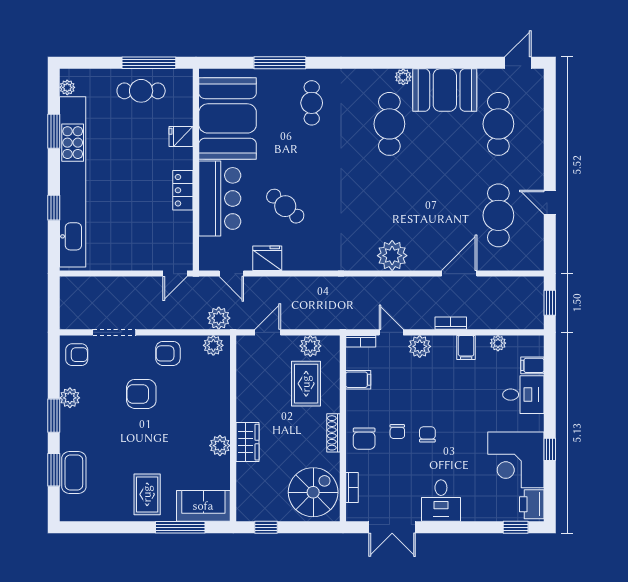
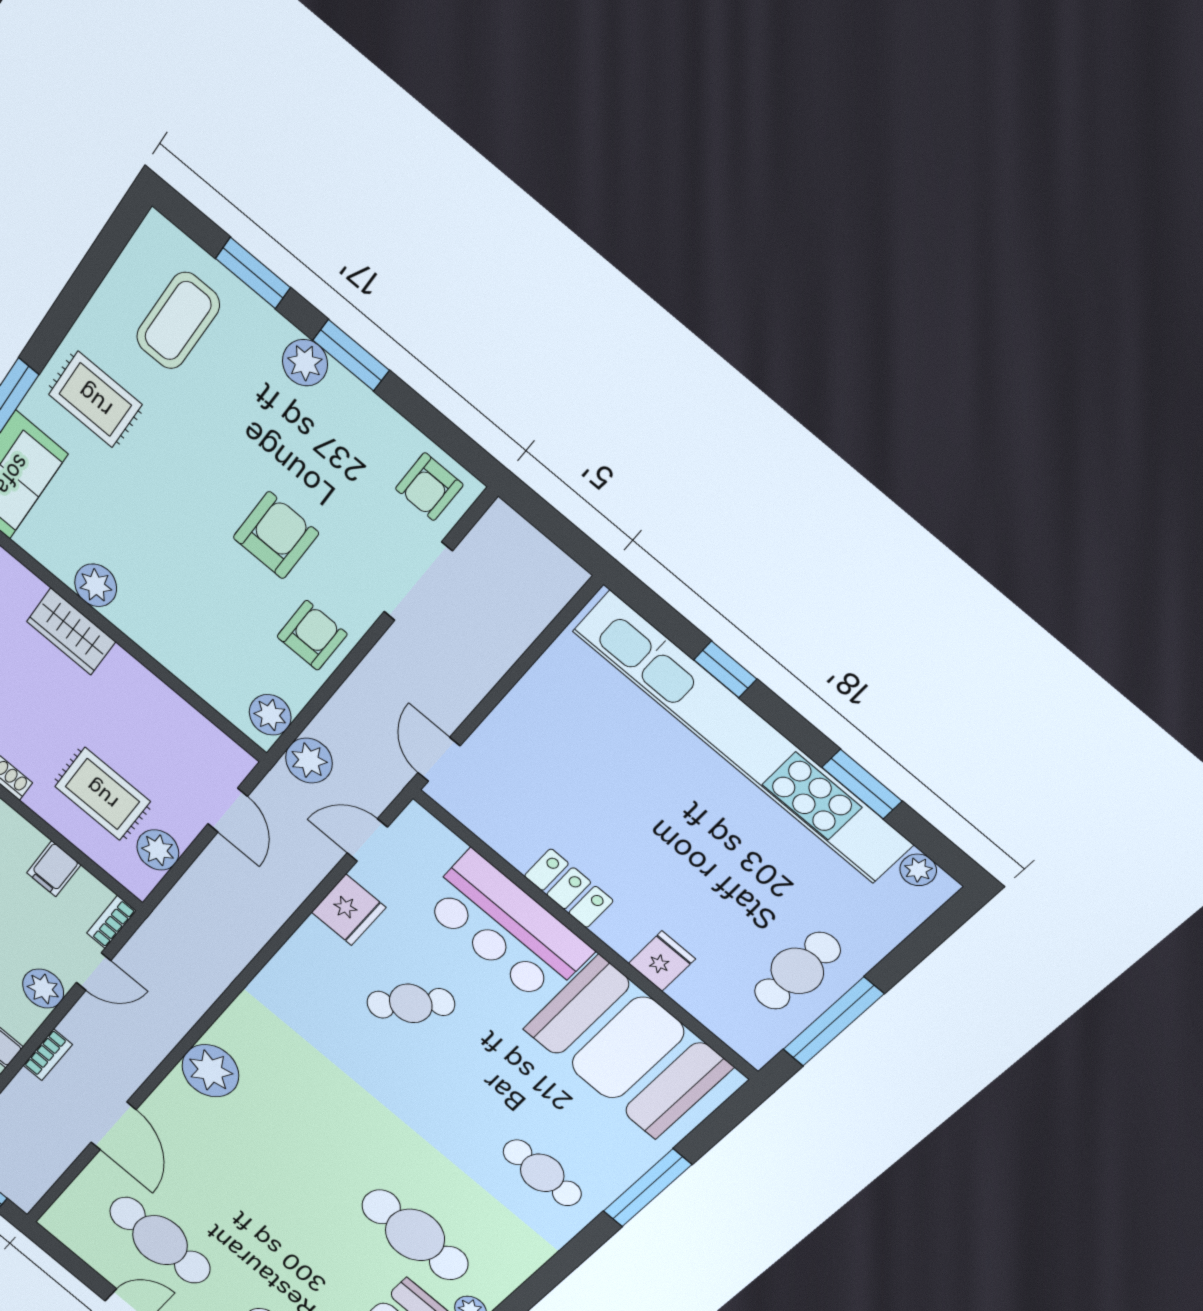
plant: (70, 398) -> (305, 363), moved
coffee table: (74, 472) -> (178, 321), moved, turned 90

